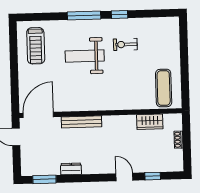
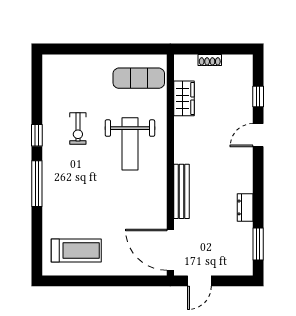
weight bench: (85, 56) -> (130, 144), moved

